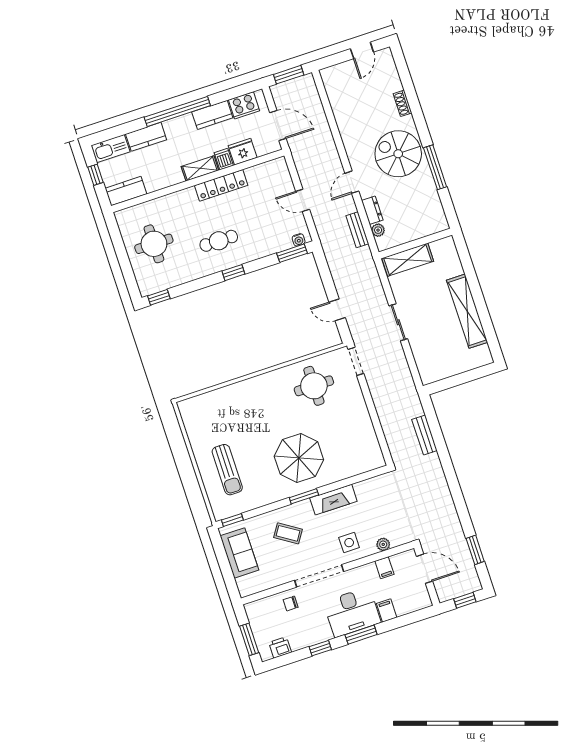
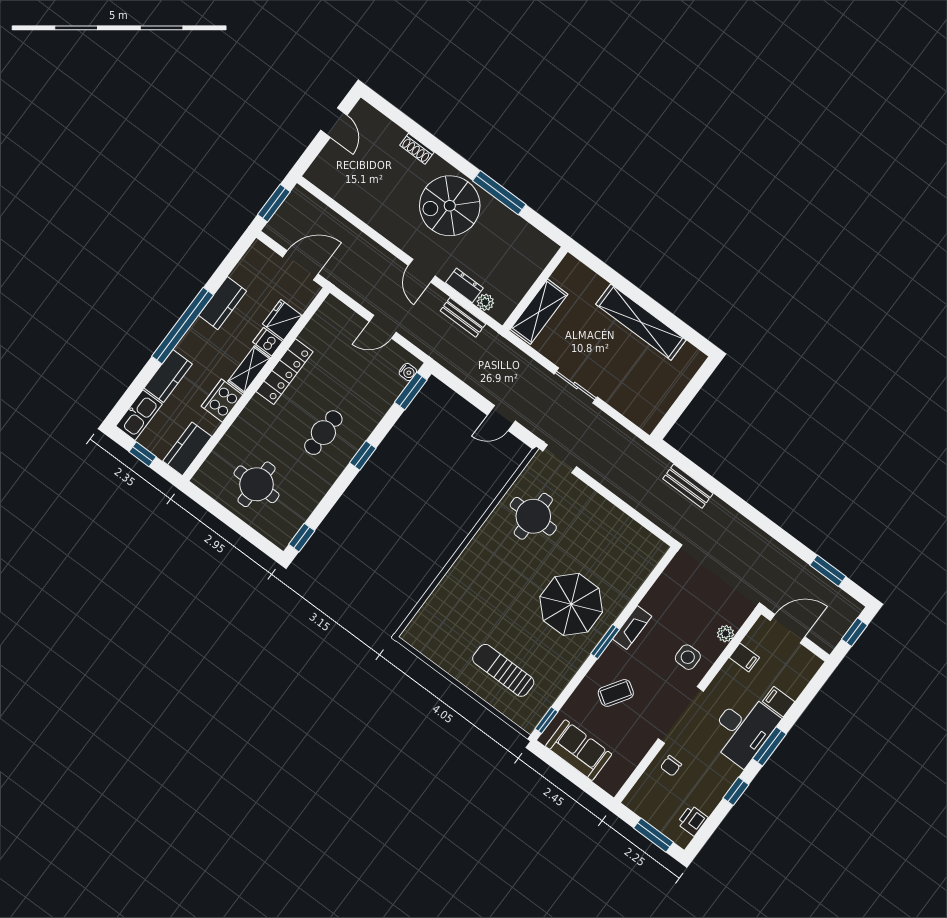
cooker: (244, 105) -> (222, 401), moved, turned 180
sun lounger: (227, 470) -> (503, 670), turned 180
fireplace: (333, 500) -> (632, 628), width x0.73, depth x0.76

